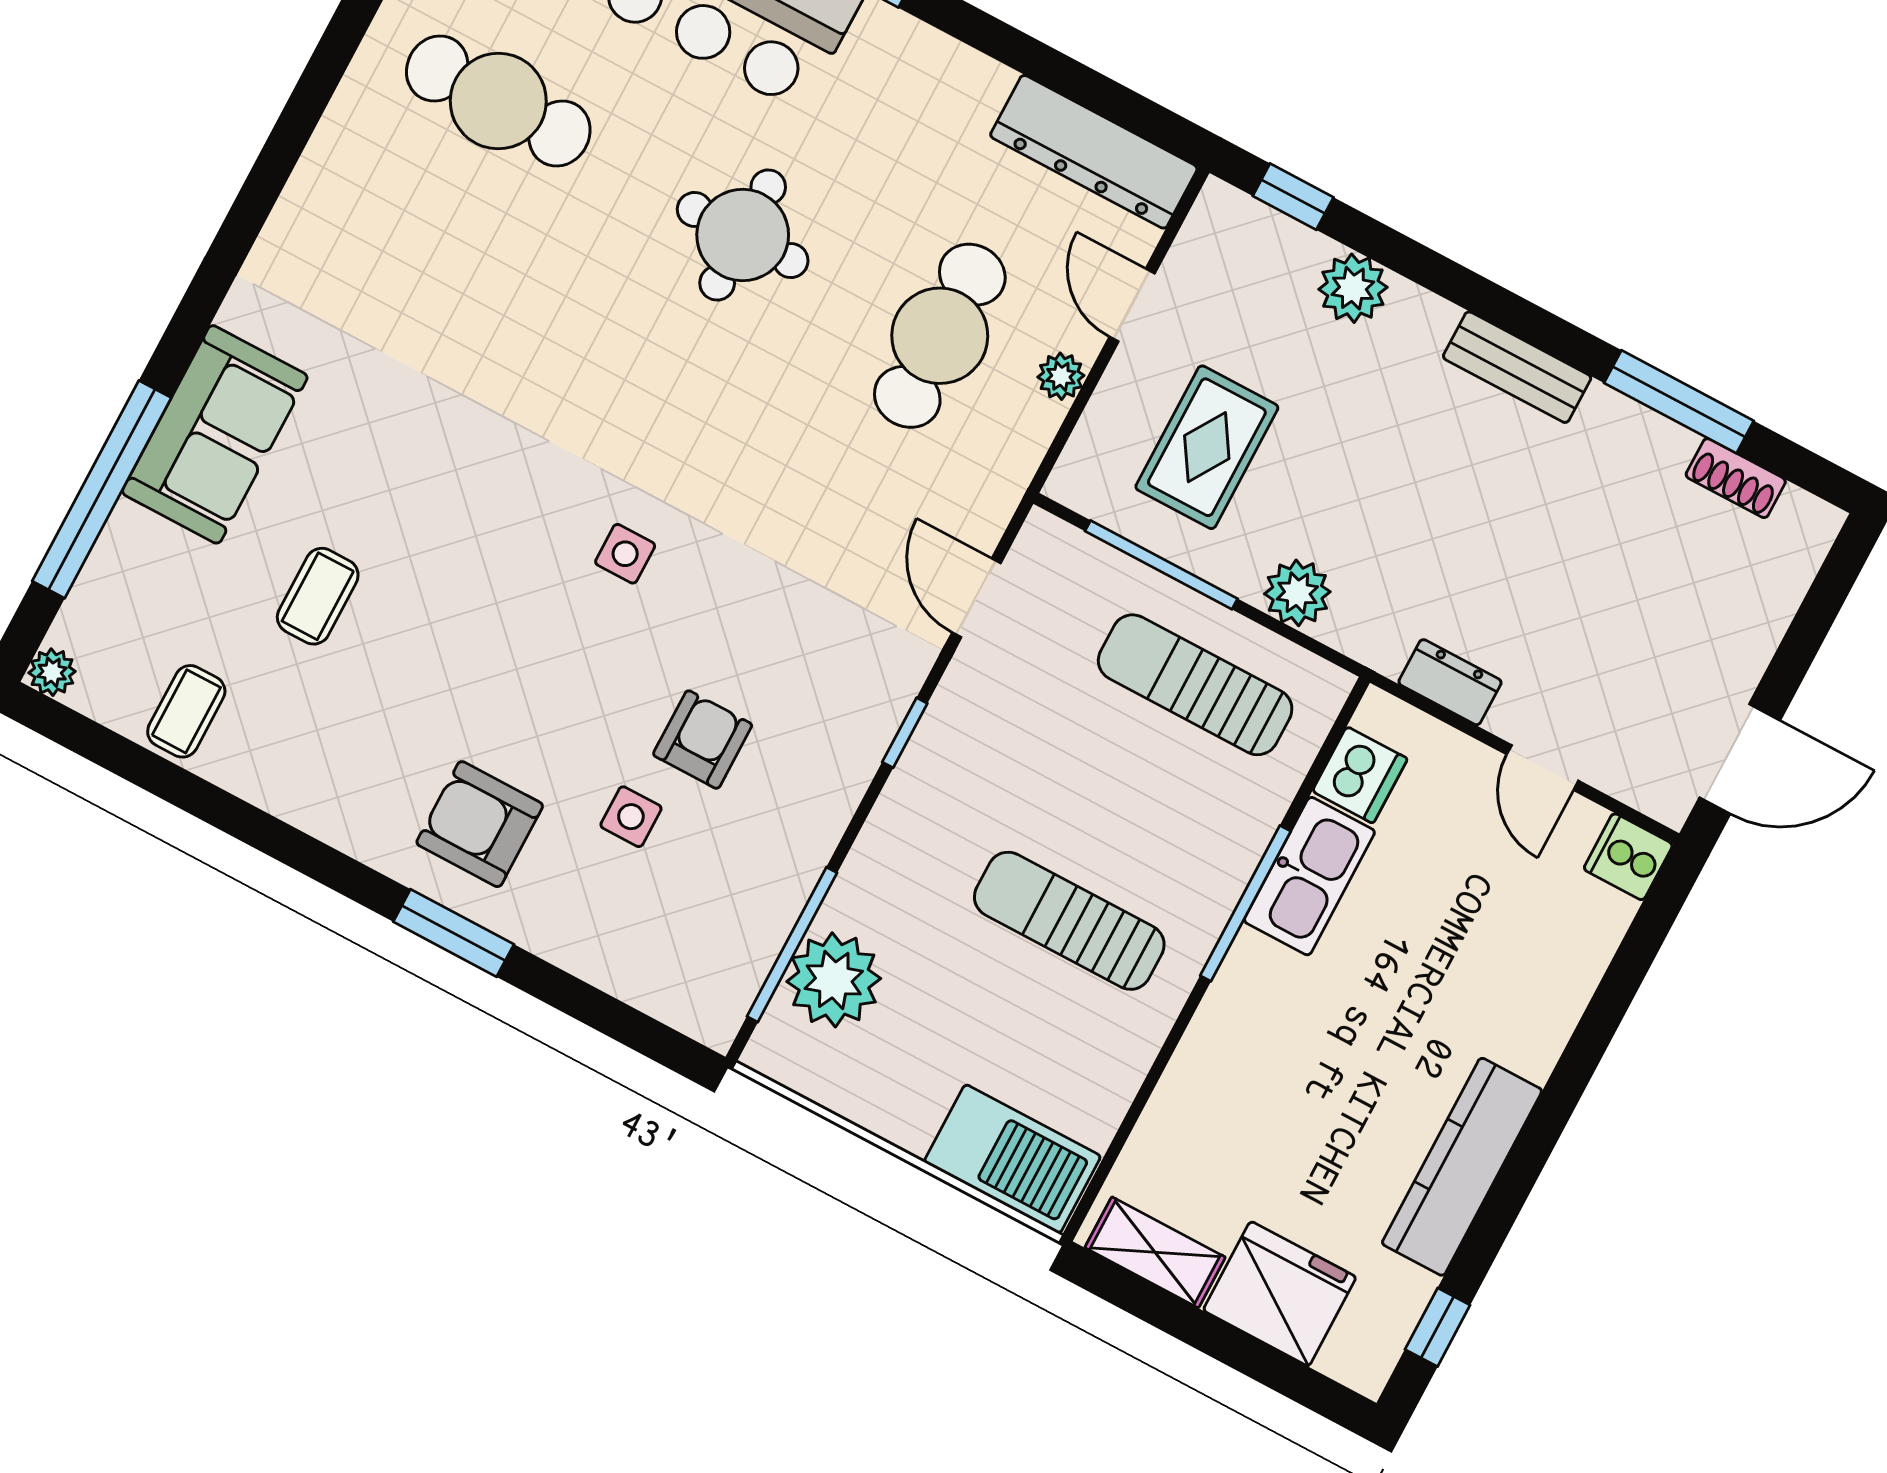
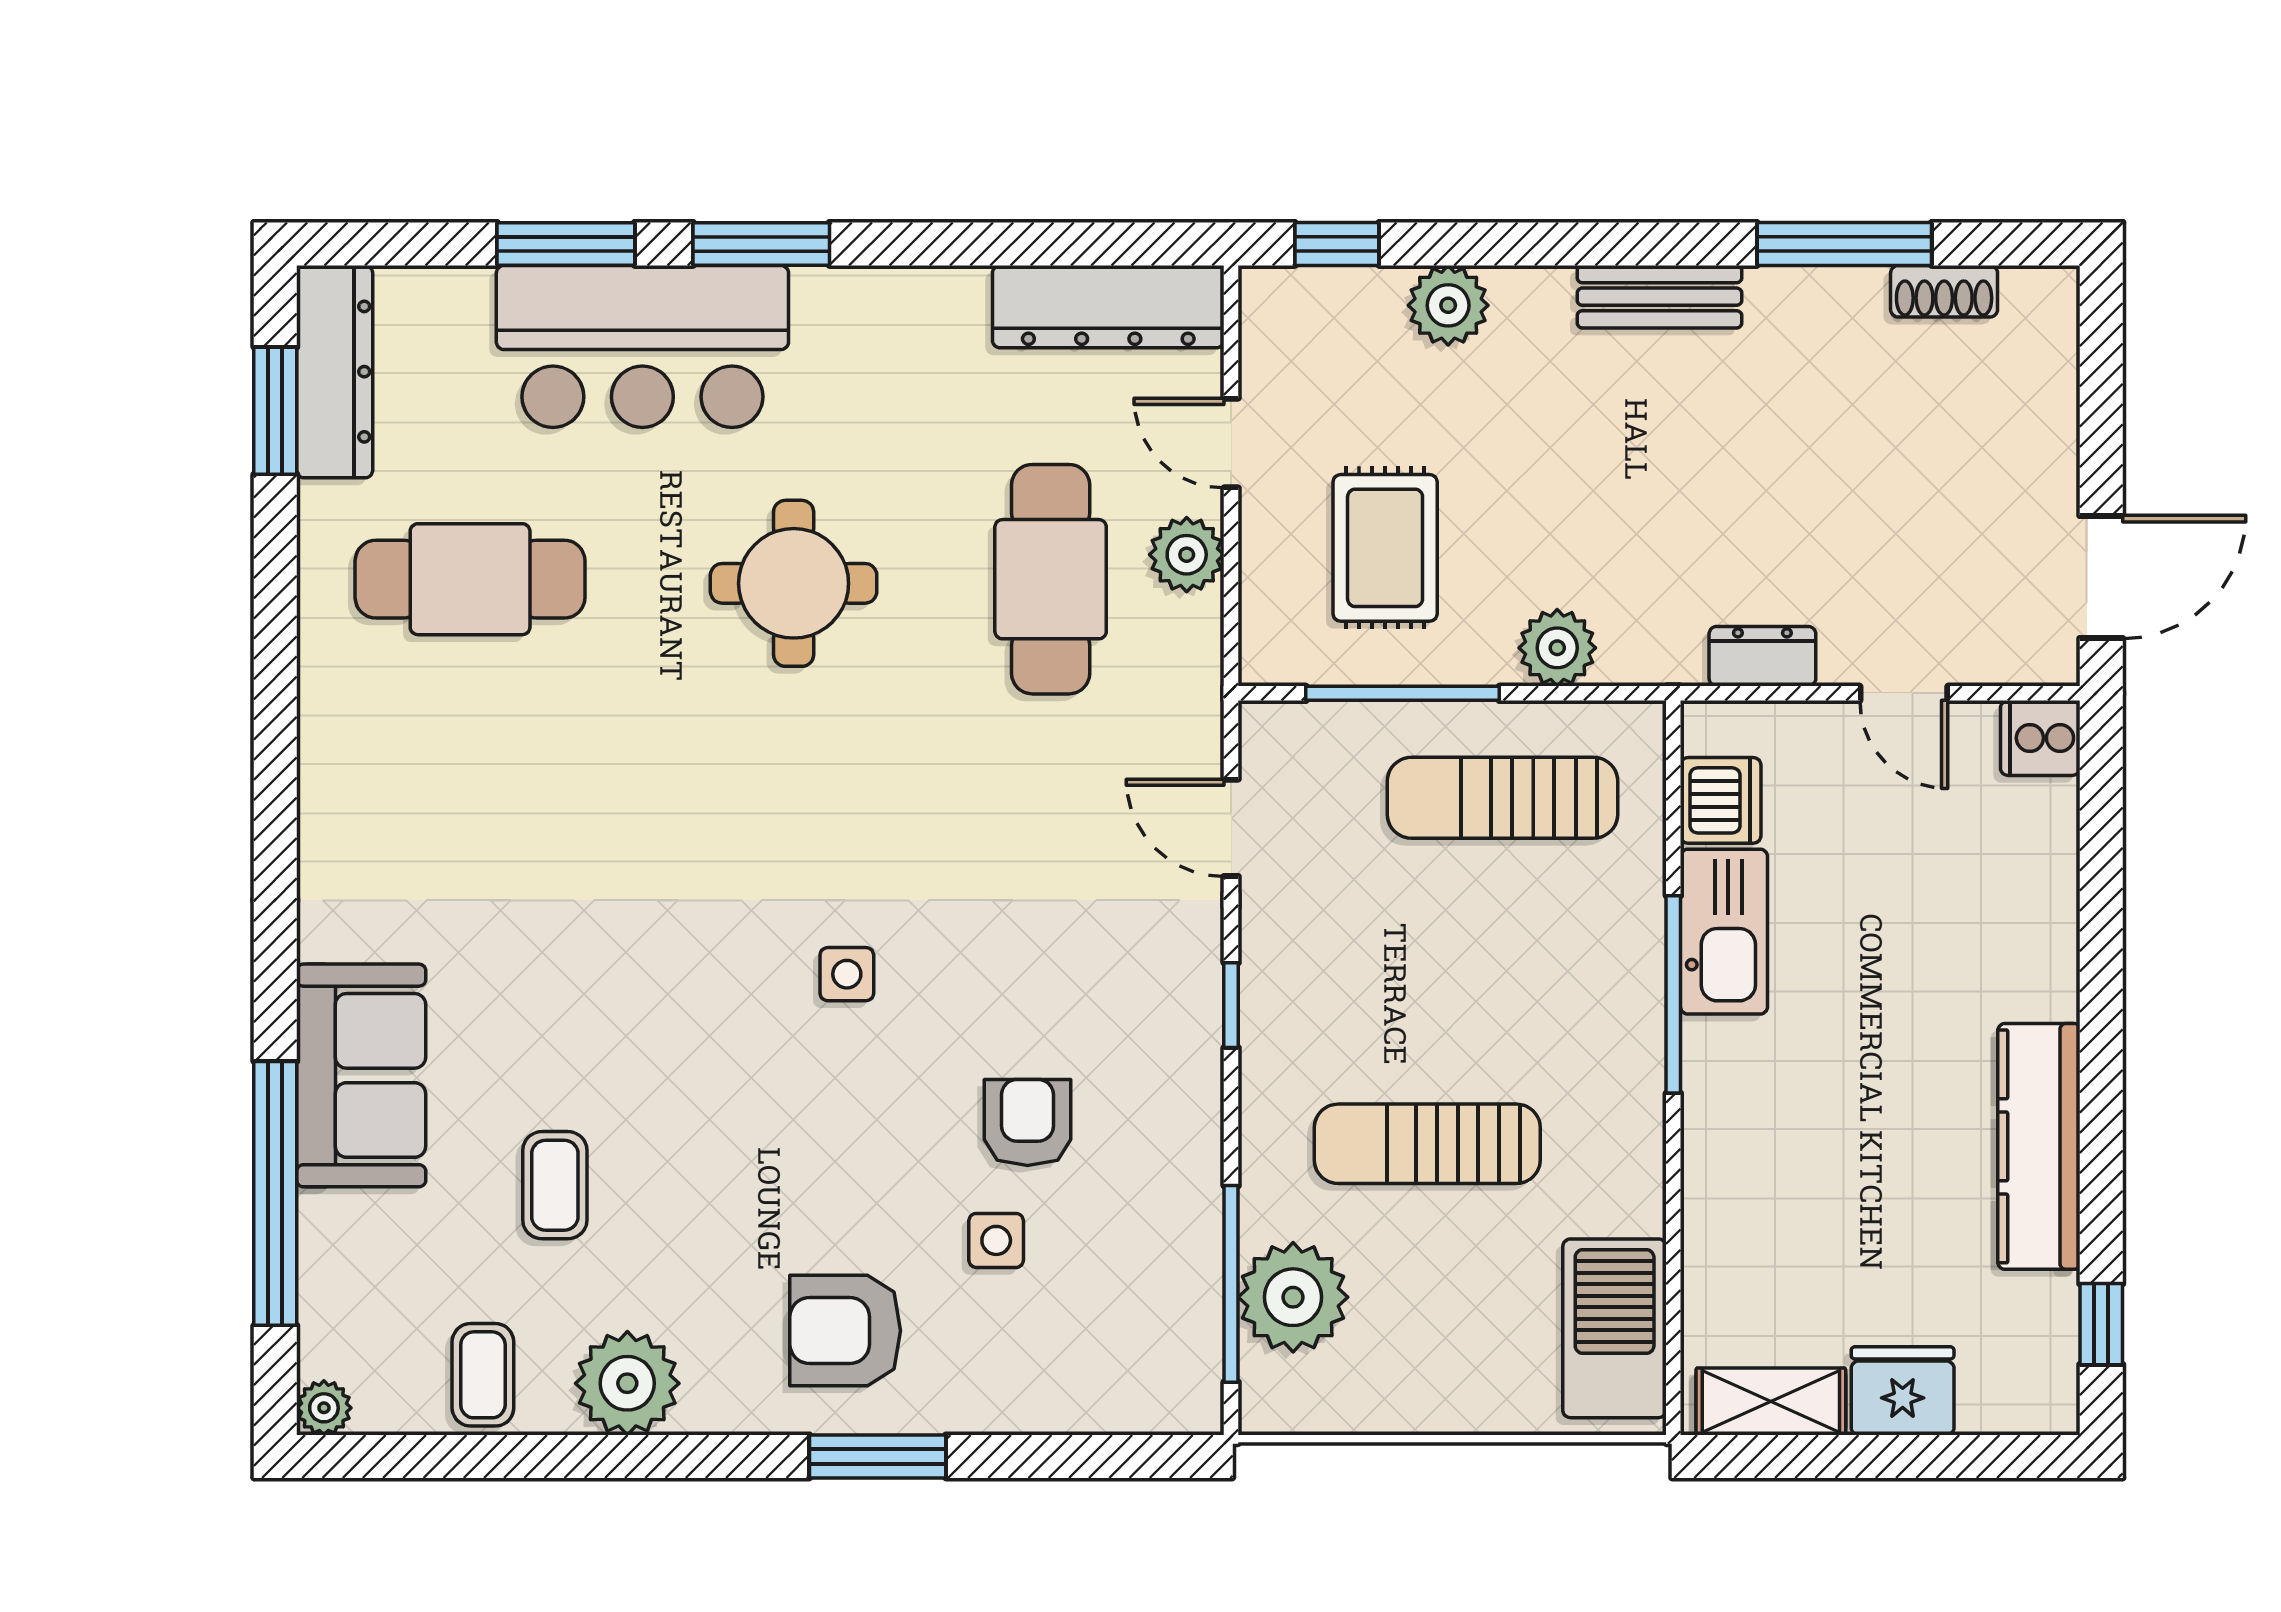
plant: (1061, 376) -> (1187, 555), width x1.38, depth x1.38
plant: (293, 776) -> (627, 1383), added
sun lounger: (1069, 921) -> (1427, 1144), moved
barbecue: (1012, 1159) -> (1615, 1328), moved, turned -90
fridge: (1280, 1294) -> (1903, 1391), width x0.73, depth x0.75

